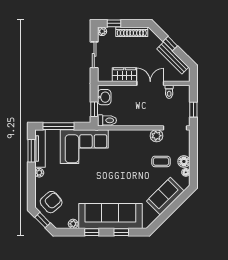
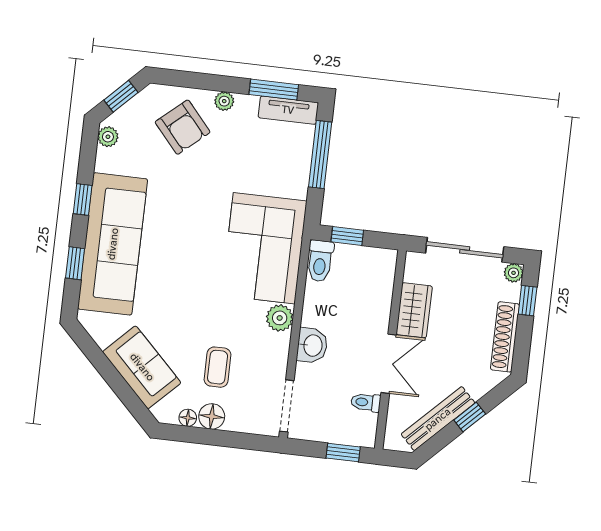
sliding door: (94, 55) -> (465, 250), width x1.37
washbasin: (104, 97) -> (312, 345), moved, turned -90
window: (193, 110) -> (343, 452), moved
plant: (156, 136) -> (280, 318), moved
corner sofa: (84, 147) -> (264, 248), moved
tv unit: (40, 148) -> (288, 110), width x0.71
armchair: (51, 202) -> (183, 127), moved
plant: (73, 224) -> (108, 137), moved

